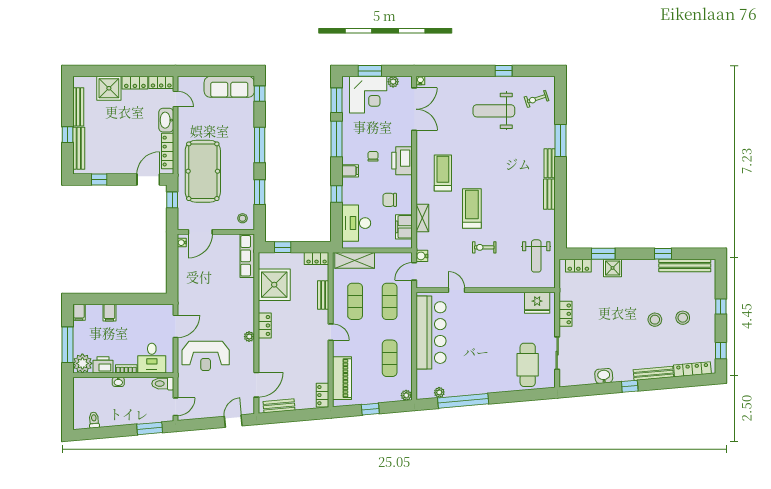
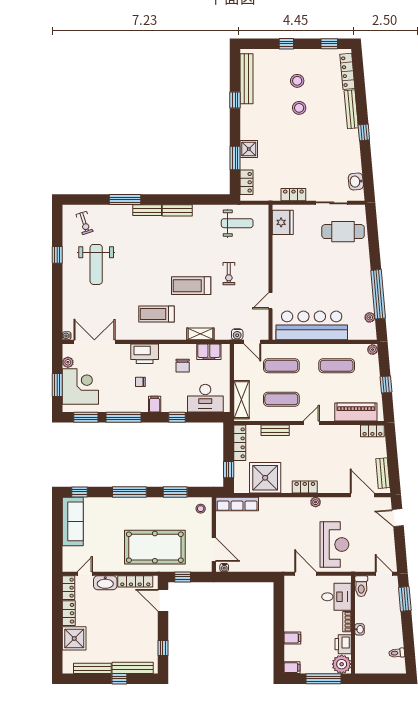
locker: (317, 259) -> (240, 443), width x1.53
washbasin: (604, 376) -> (356, 181), moved

